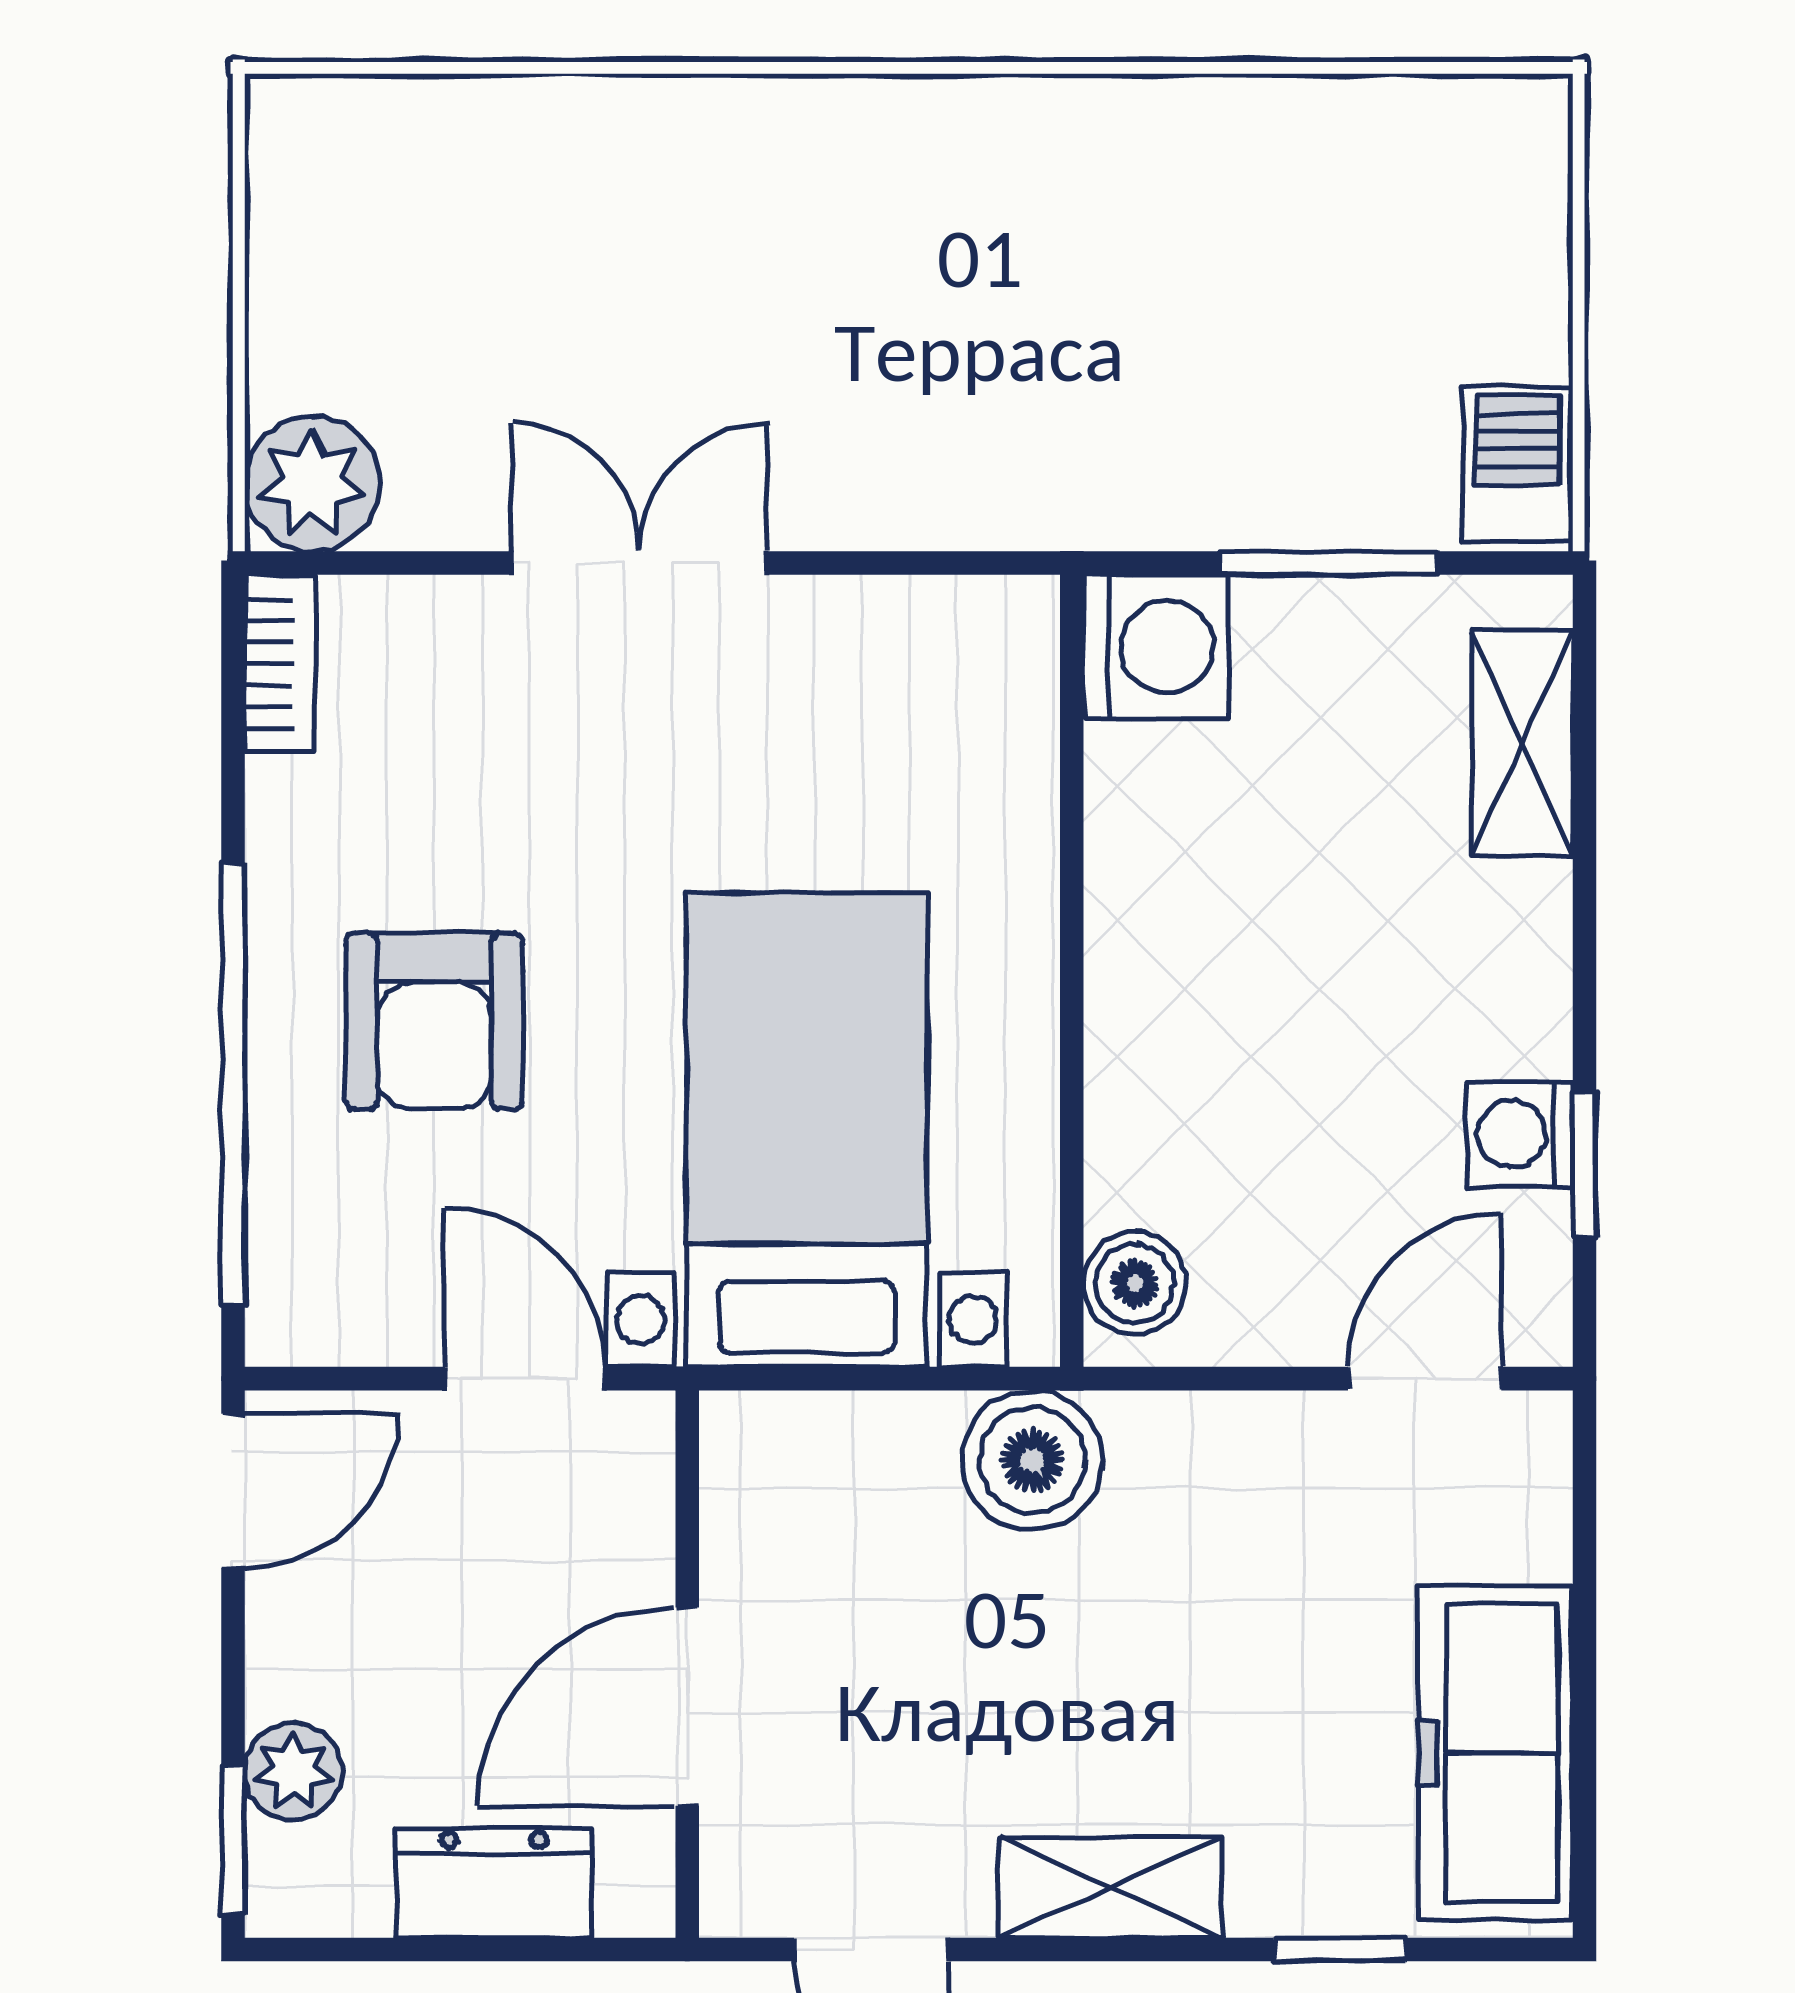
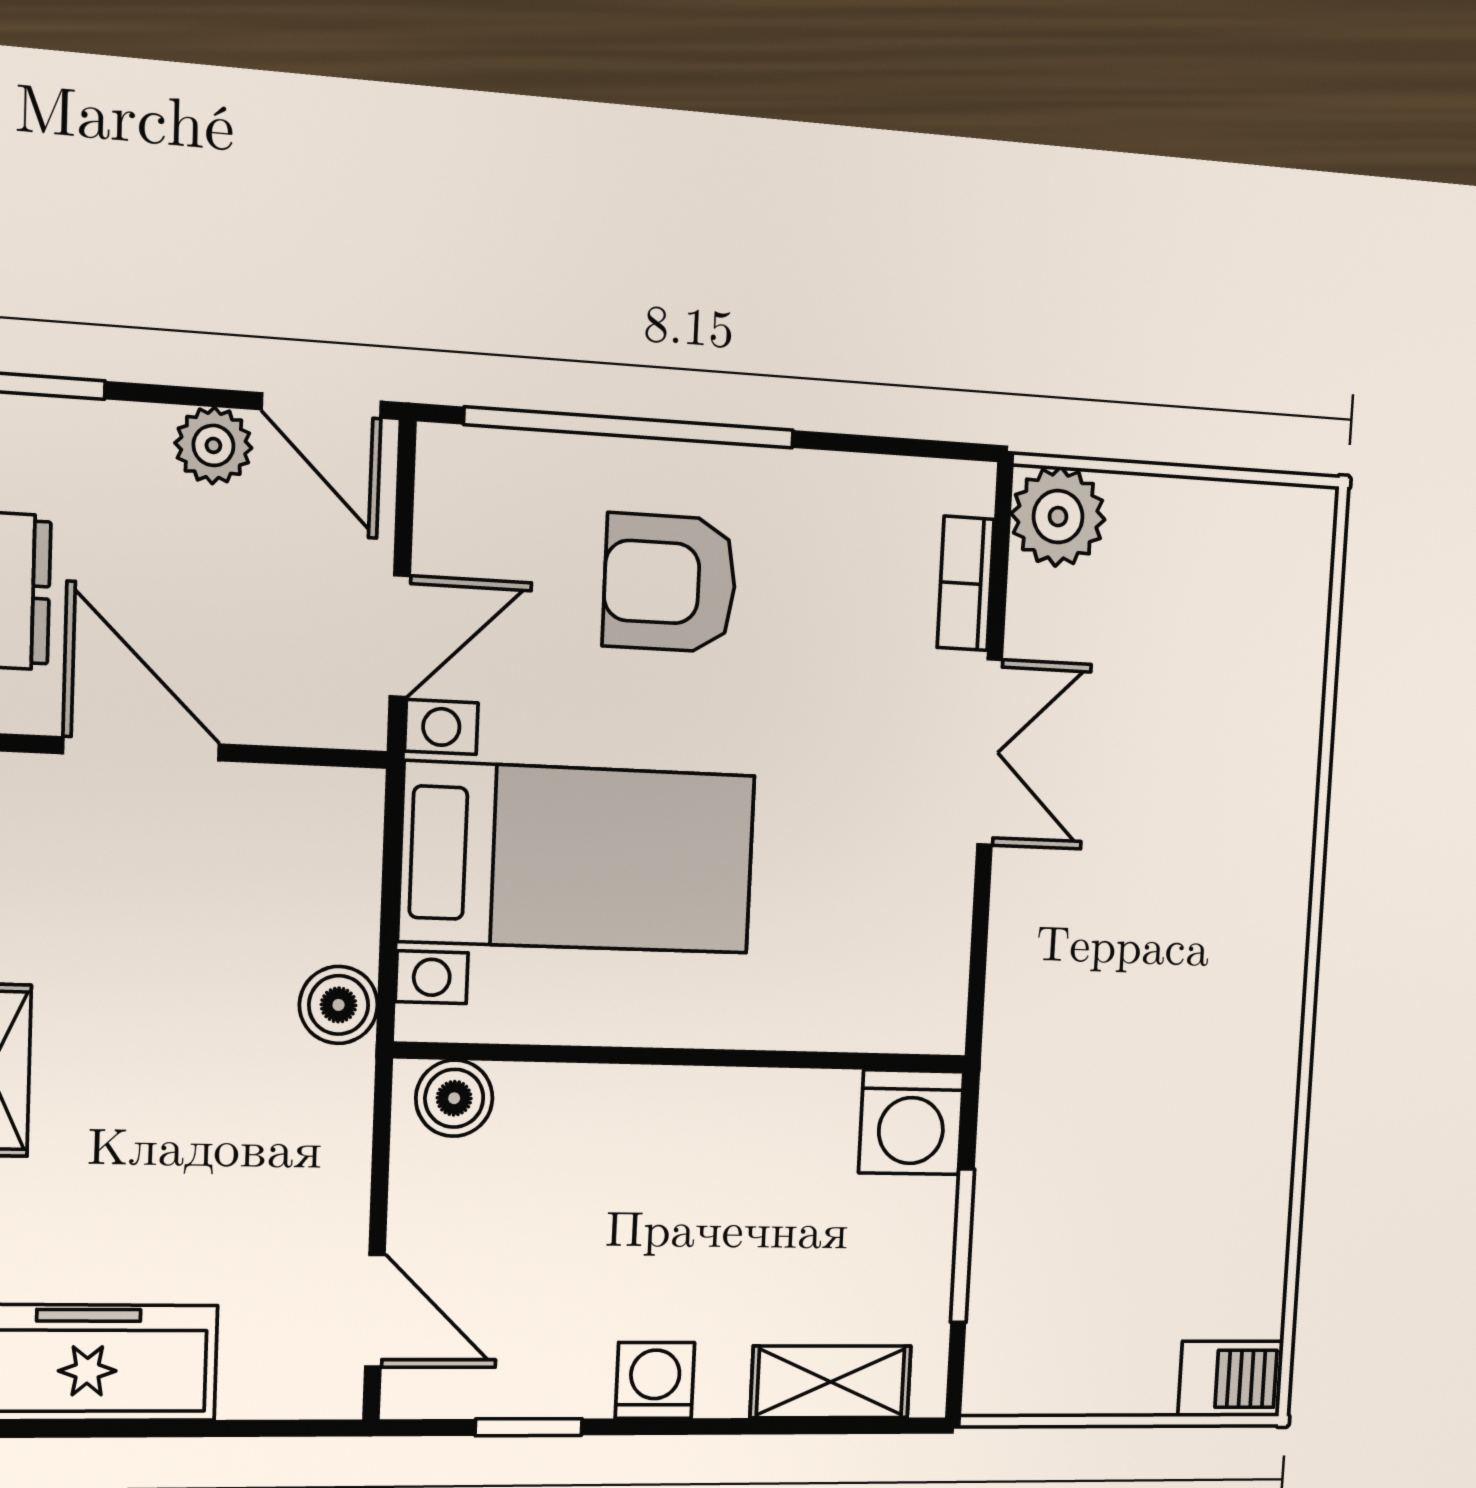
barbecue: (1518, 464) -> (1231, 1379), moved
bookcase: (280, 664) -> (966, 583), moved, turned 90
washing machine: (1520, 1134) -> (655, 1380), moved
boiler: (1032, 1460) -> (339, 1005), width x0.73, depth x0.73
plant: (293, 1771) -> (213, 445), moved

